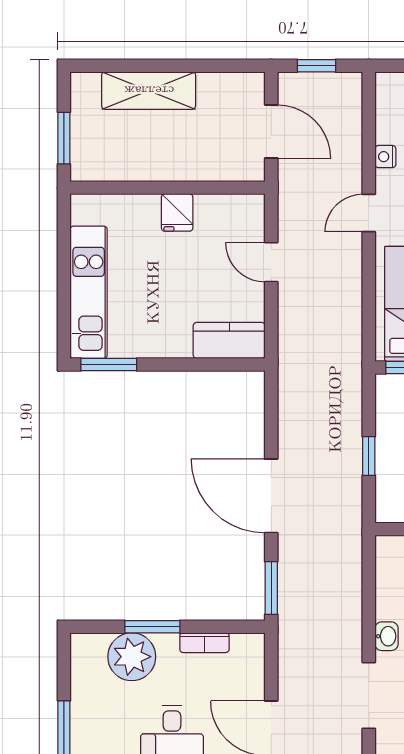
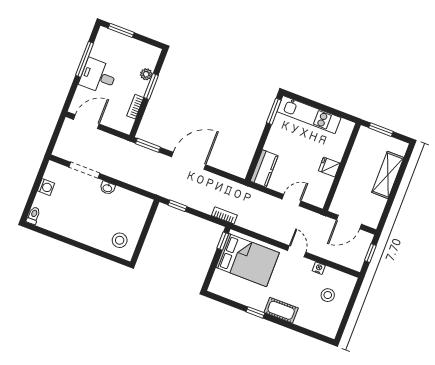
bookcase: (352, 384) -> (224, 215), added
window: (369, 456) -> (177, 206), moved
plant: (132, 657) -> (146, 74), width x0.53, depth x0.53

